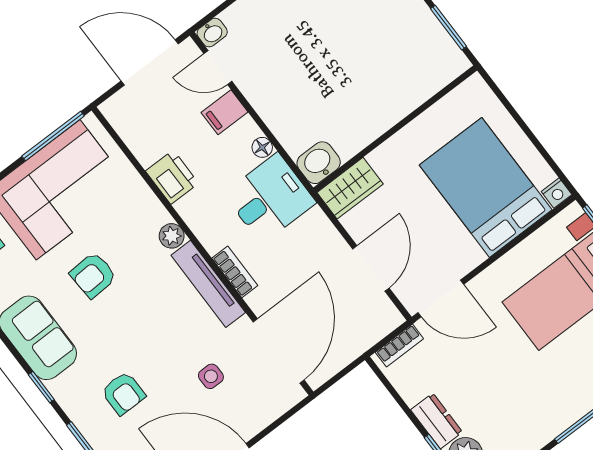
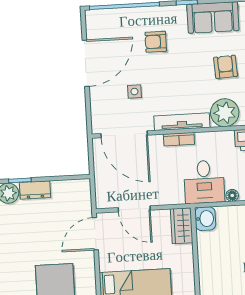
plant: (172, 236) -> (225, 113), width x1.87, depth x1.87
bookcase: (399, 346) -> (86, 197), removed

